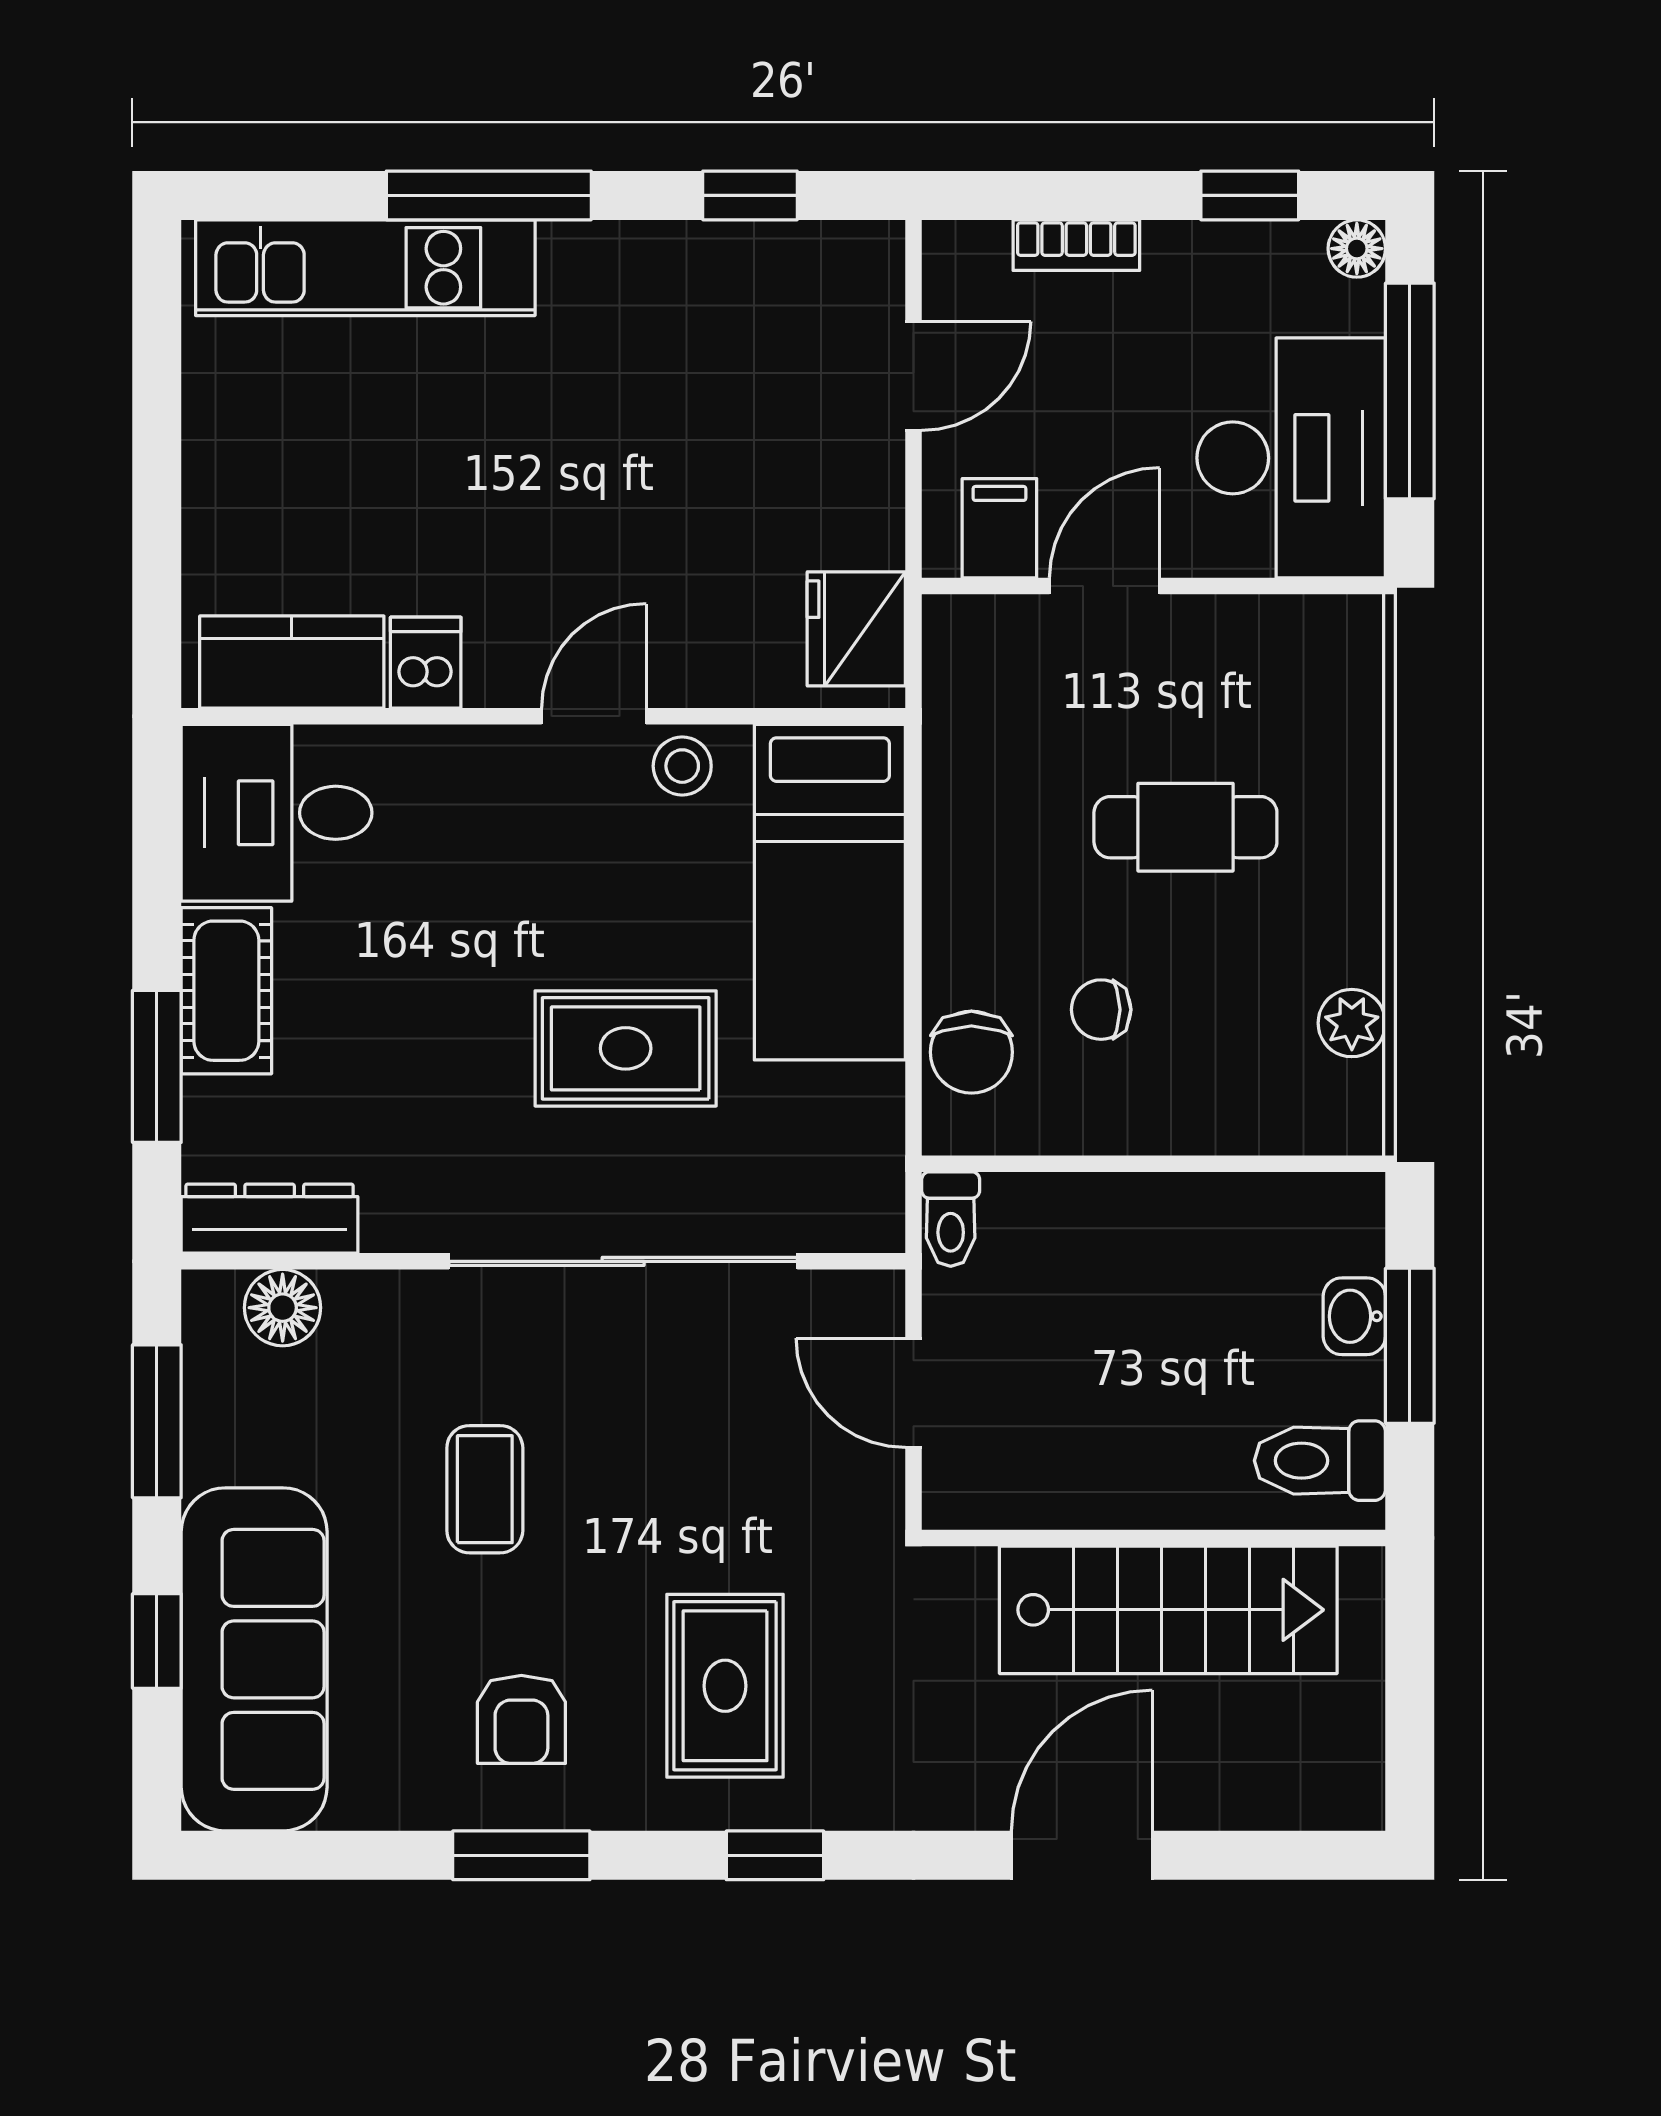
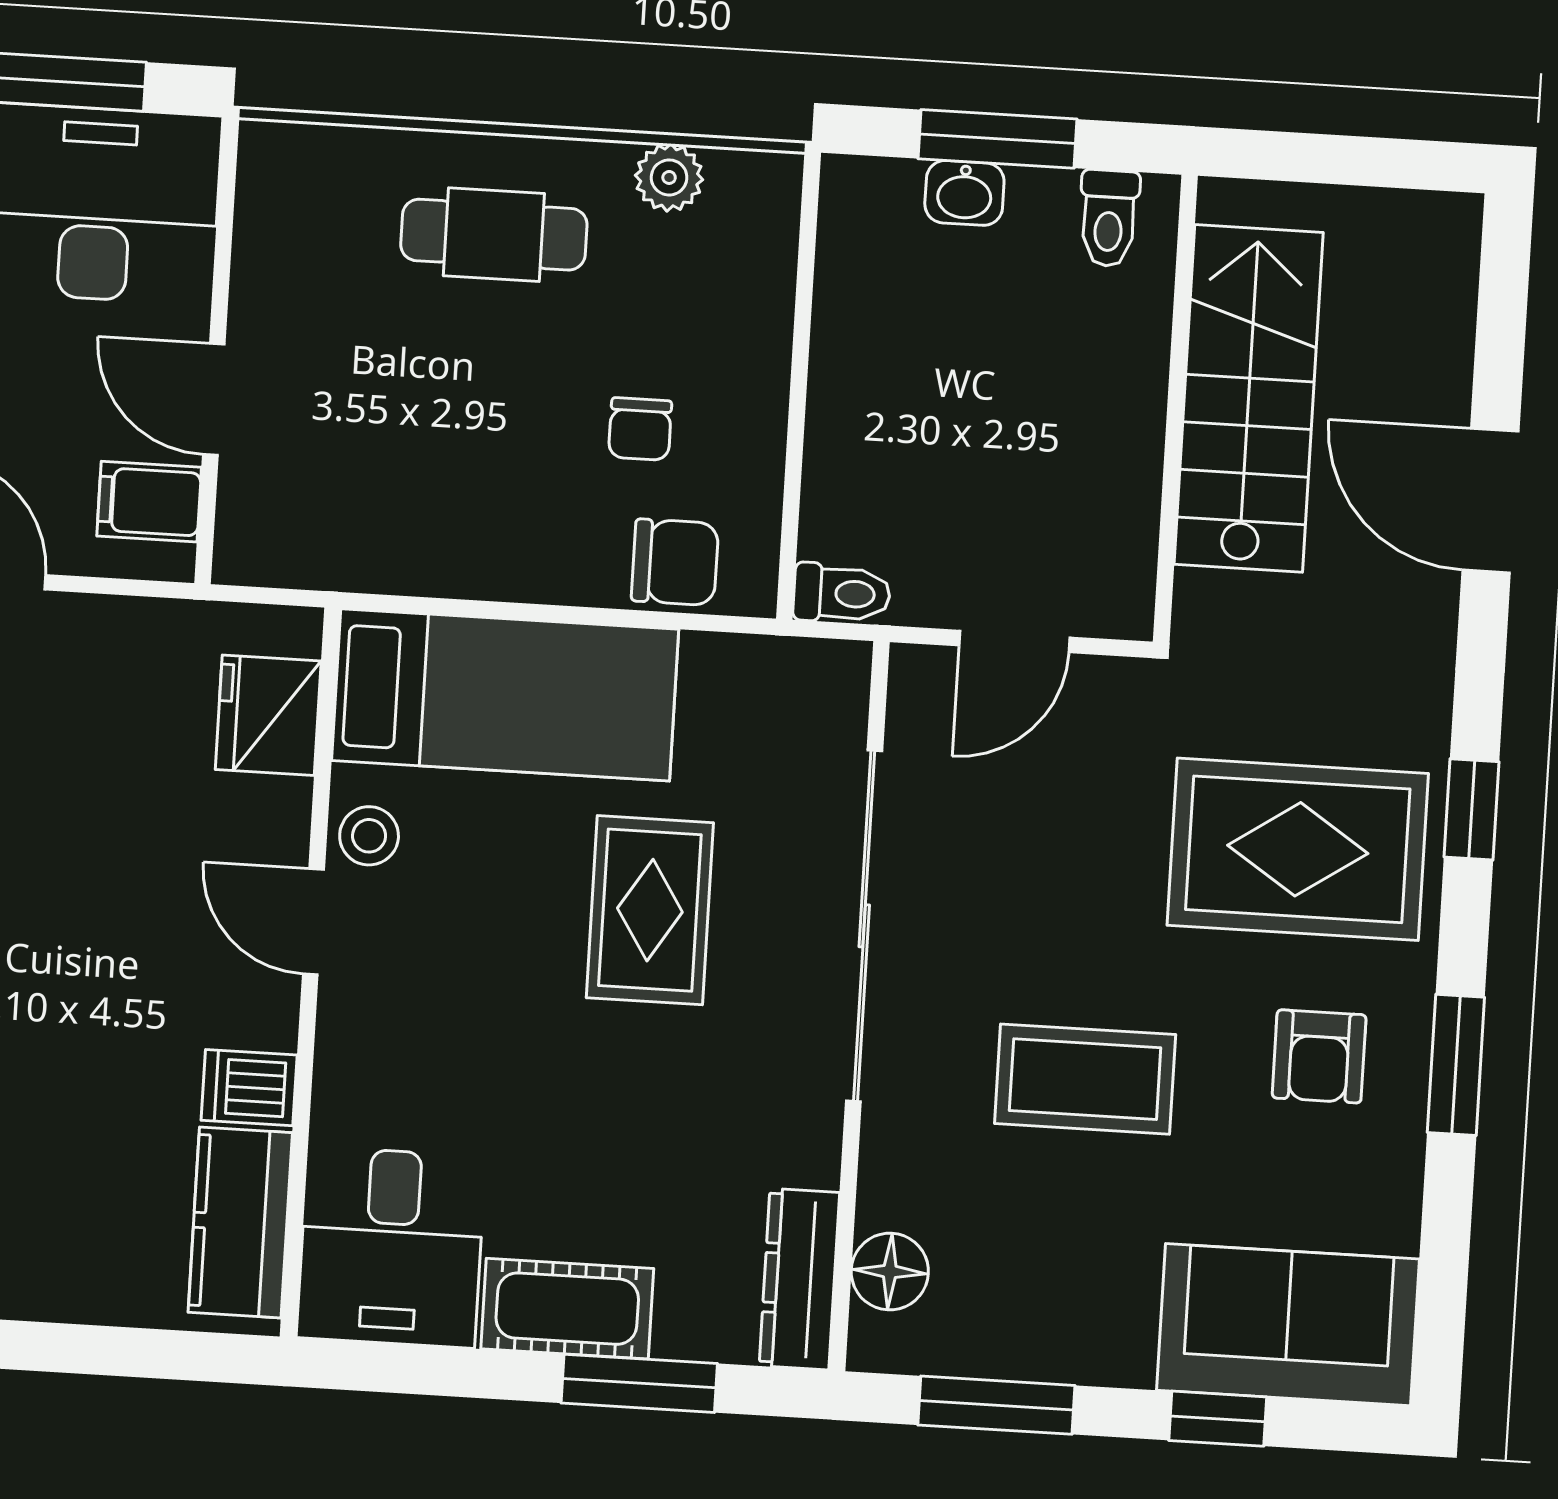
fridge: (856, 629) -> (268, 715), moved, turned 90
cafe table: (1185, 827) -> (494, 235), moved, turned 90
toilet: (1320, 1461) -> (1109, 218), width x0.73, depth x0.72
coffee table: (485, 1489) -> (1085, 1079), width x1.36, depth x1.30
sofa: (254, 1659) -> (1288, 1325), width x0.73
rug: (725, 1686) -> (1298, 849), width x1.36, depth x1.43
armchair: (521, 1719) -> (1319, 1056), turned 90

